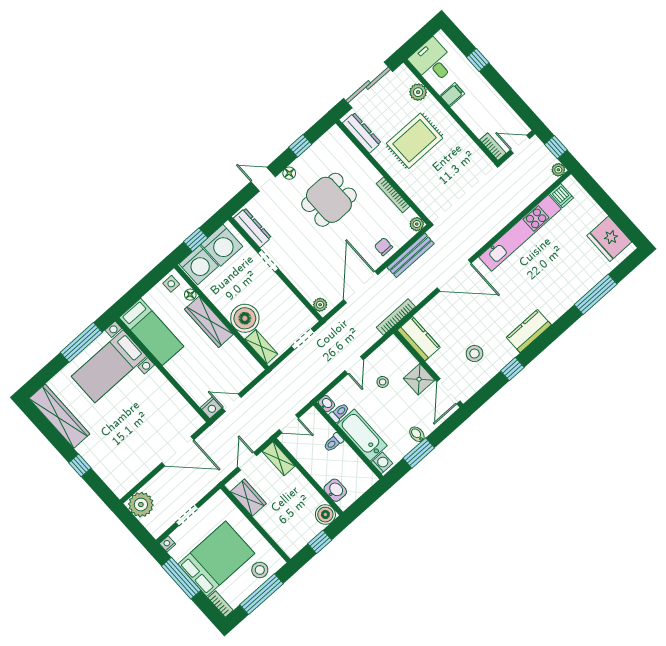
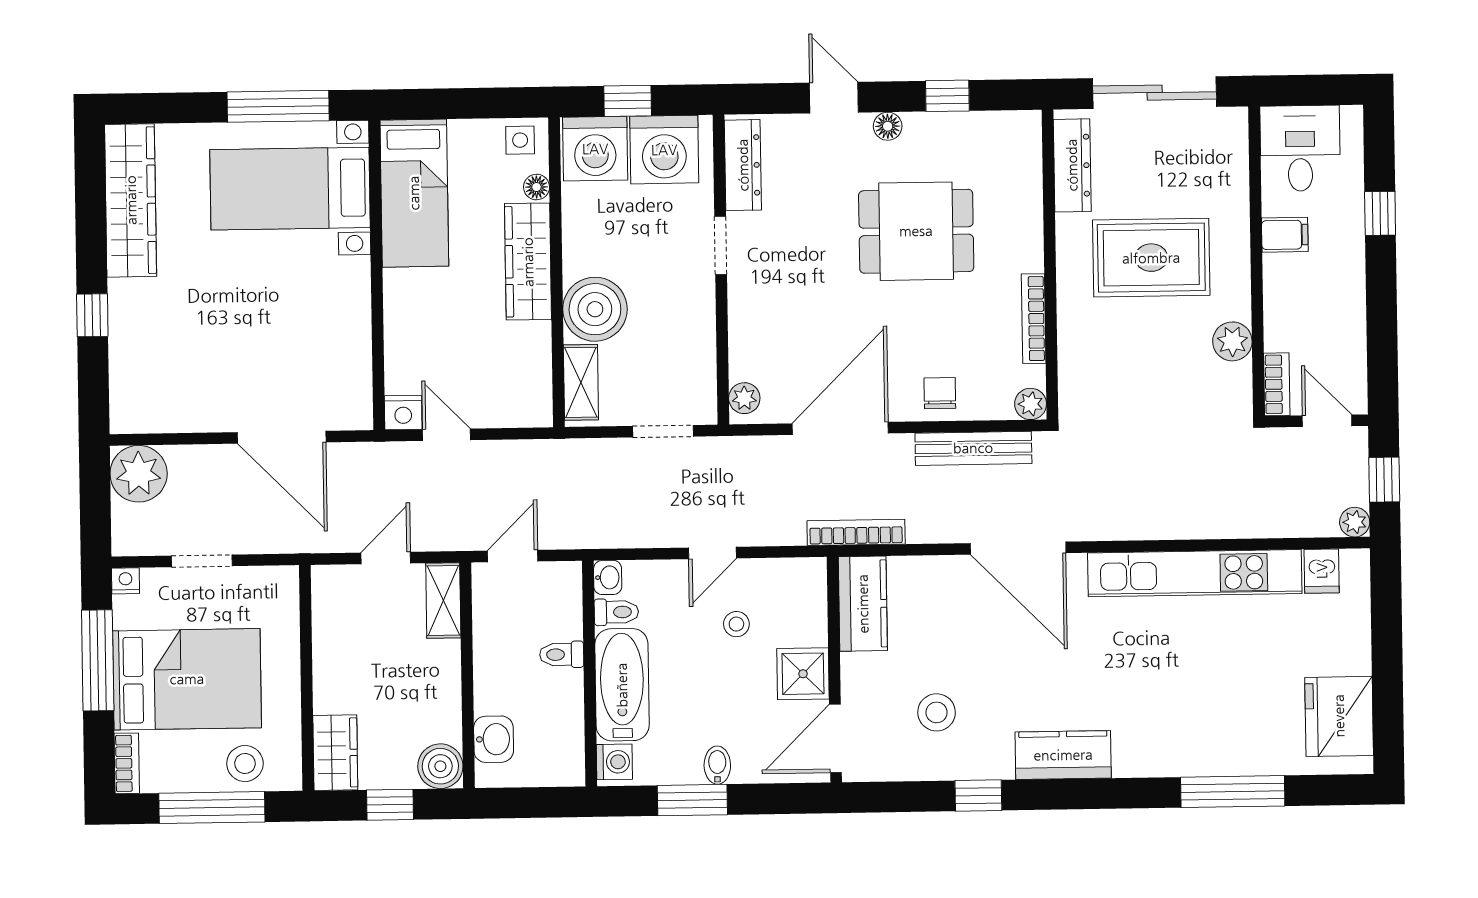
plant: (418, 92) -> (1232, 341), moved
door: (289, 424) -> (513, 556), swing flipped
wardrobe: (248, 498) -> (335, 753), moved

